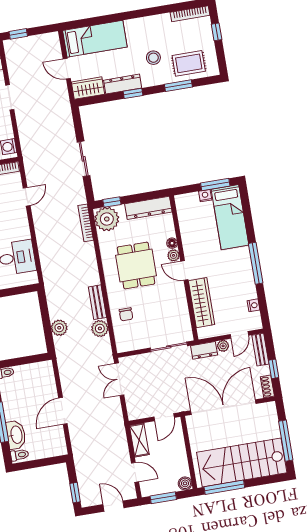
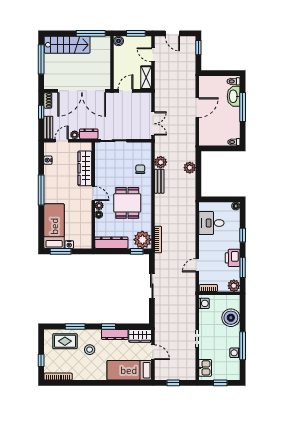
window: (18, 34) -> (173, 383), moved
stairs: (242, 462) -> (67, 45), width x0.73, depth x0.66

